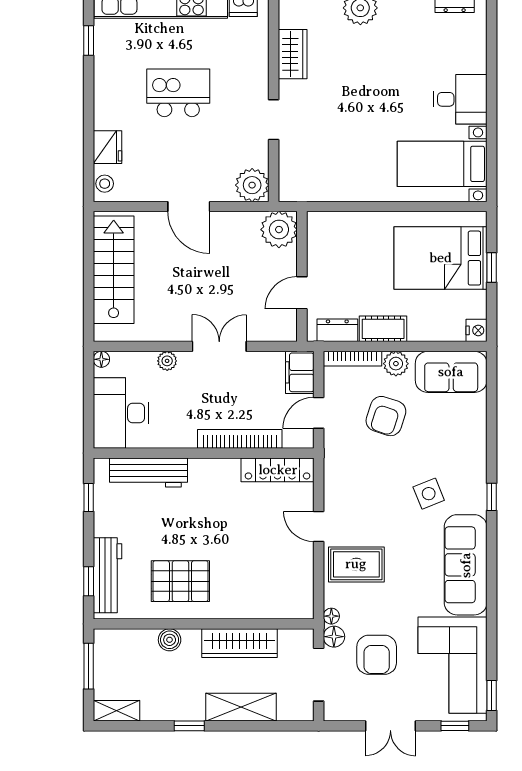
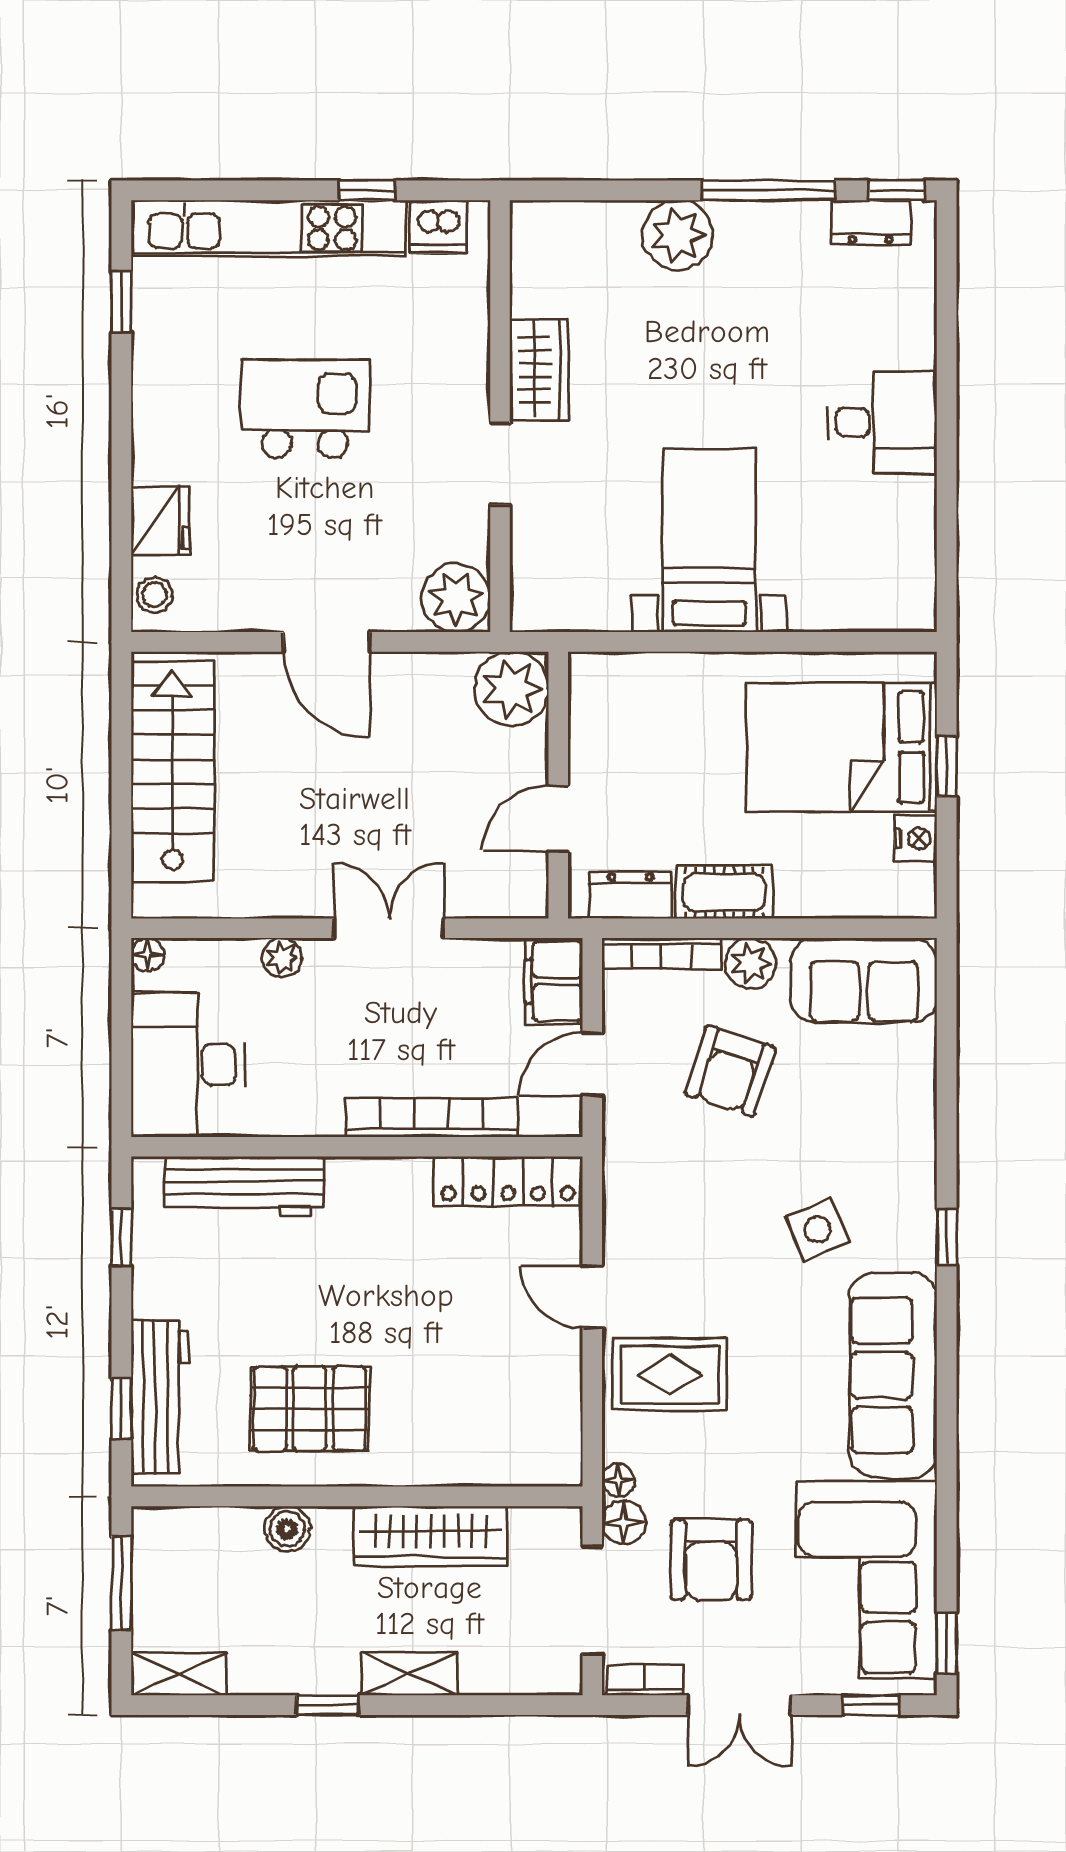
wardrobe: (293, 54) -> (539, 370), moved
bed with nightstands: (442, 164) -> (709, 540), moved, turned 90
nightstand: (477, 330) -> (916, 838), moved
shelving: (241, 707) -> (410, 1674), width x0.67, depth x0.75
bookcase: (344, 714) -> (645, 1680), added

